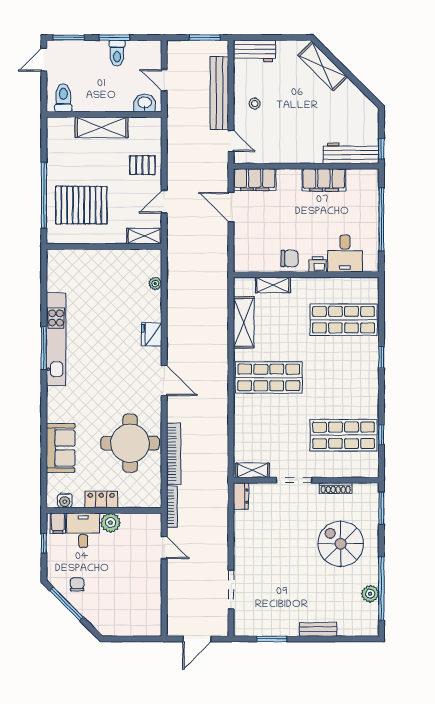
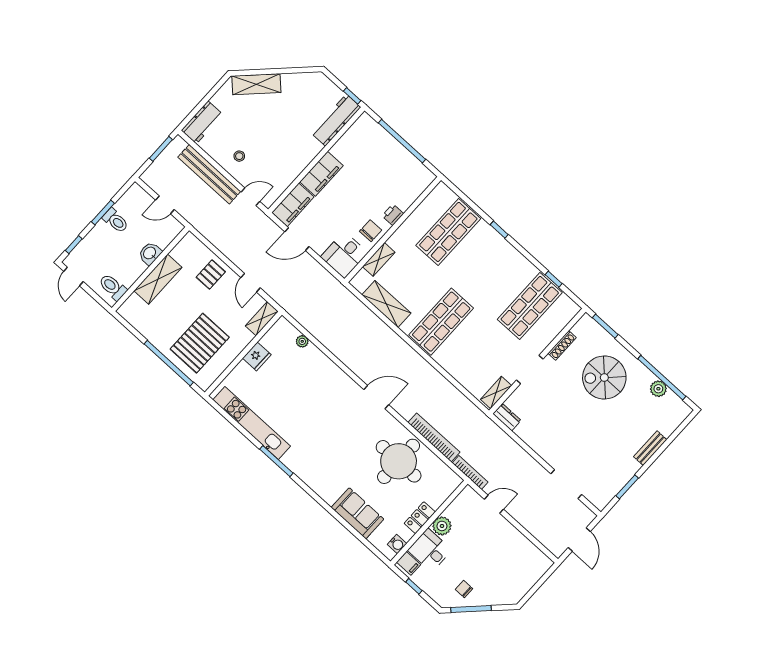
window: (69, 38) -> (74, 245), width x0.67
washbasin: (145, 103) -> (150, 253), moved
filing cabinet: (324, 180) -> (321, 174), moved
desk: (345, 254) -> (344, 255), moved, turned 90
fridge: (152, 334) -> (257, 356), moved, turned -90
kitchen unit: (56, 339) -> (252, 423), moved

